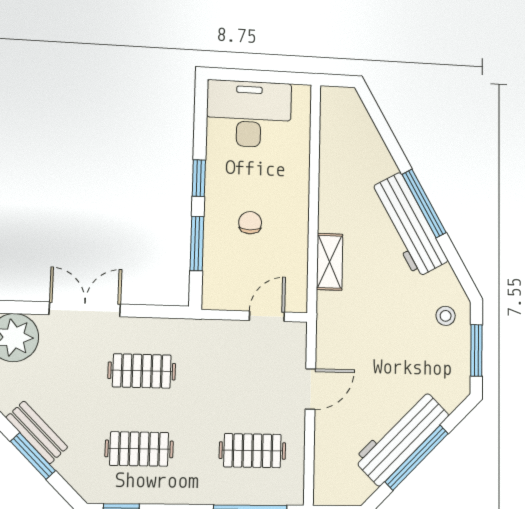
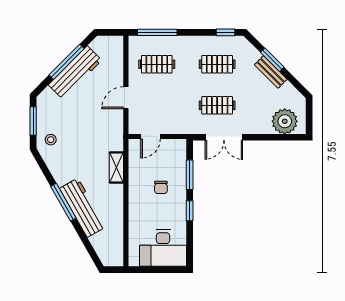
workbench: (408, 225) -> (82, 208), moved
double door: (85, 309) -> (224, 137), moved

